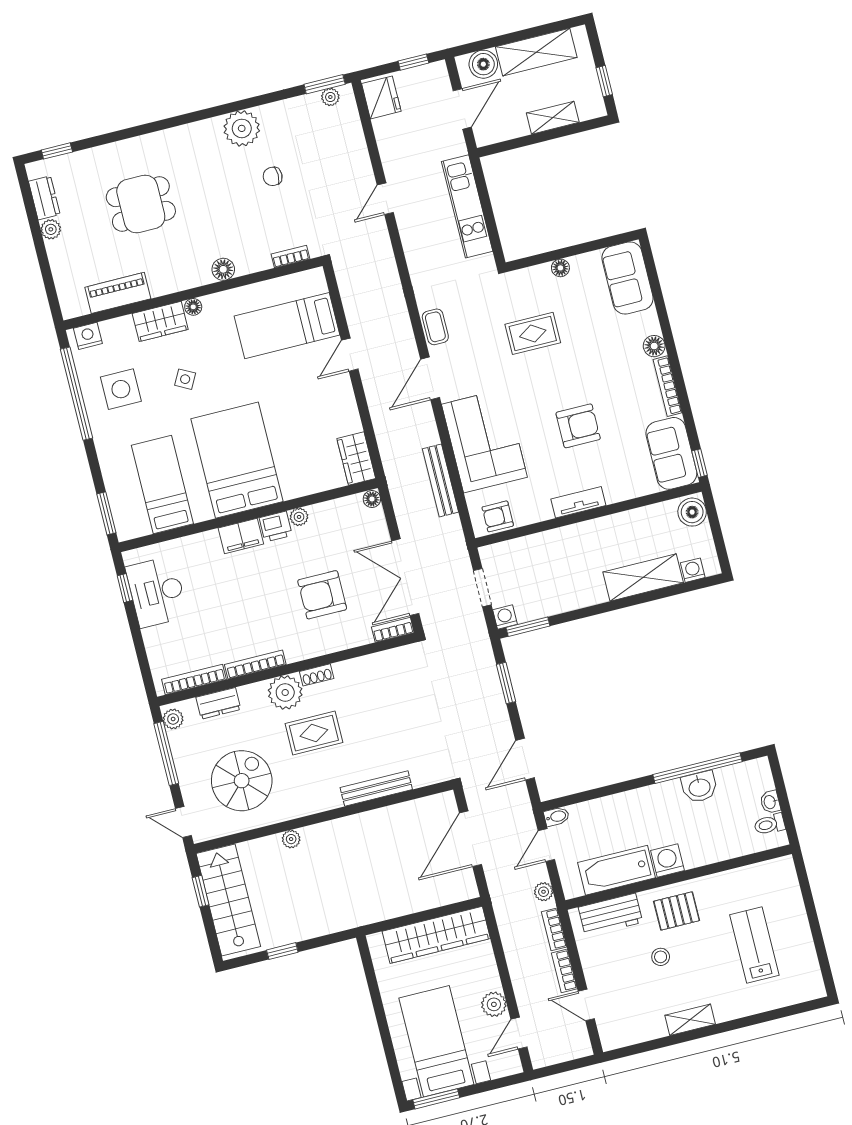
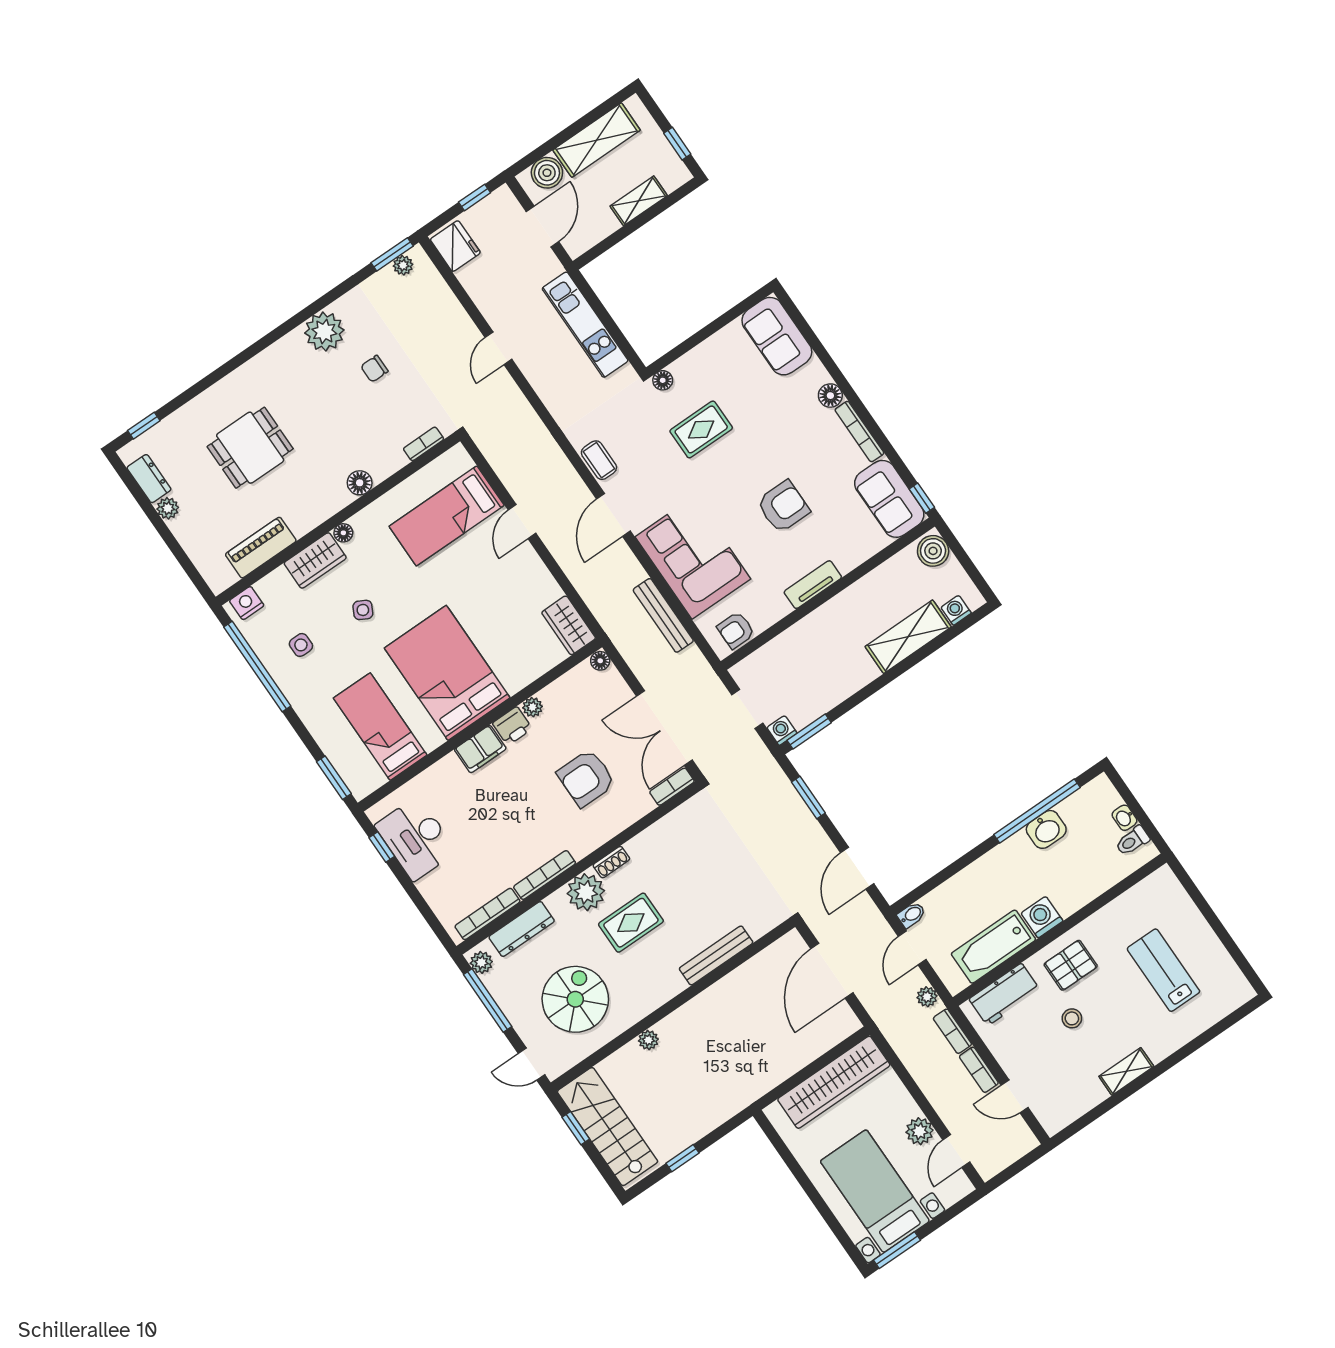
floor lamp: (560, 268) -> (663, 380), moved
side table: (121, 389) -> (301, 645), width x0.54, depth x0.54
dresser: (218, 703) -> (522, 929), width x1.44

